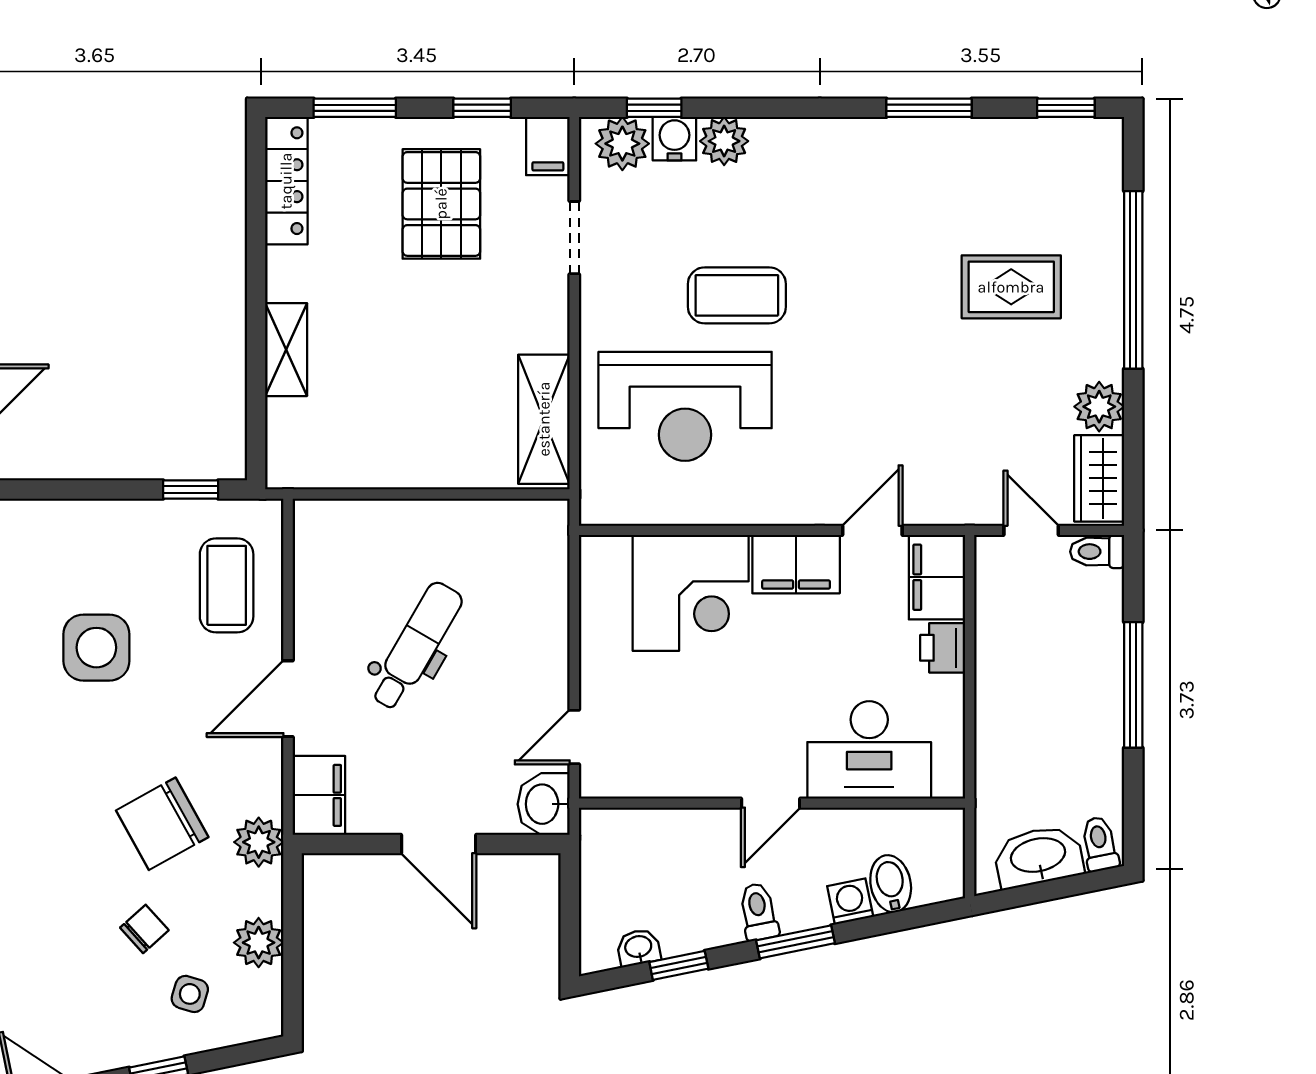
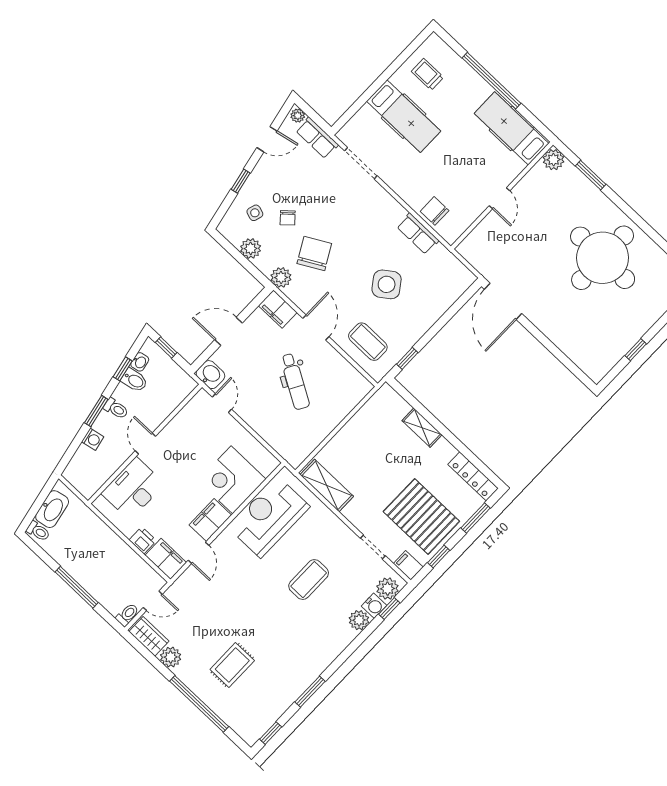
pallet: (441, 204) -> (421, 516), width x1.37, depth x1.41
reception desk: (685, 406) -> (269, 517), moved
side table: (96, 648) -> (387, 284), turned -36
bidet: (891, 884) -> (134, 380), moved
window: (570, 926) -> (166, 347), added

